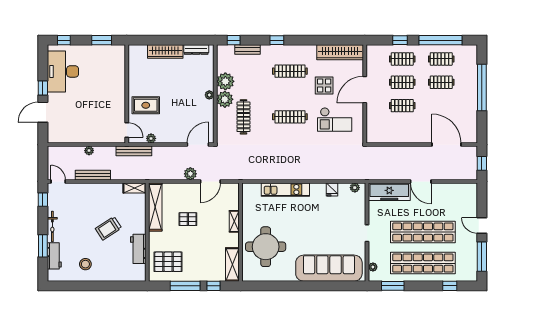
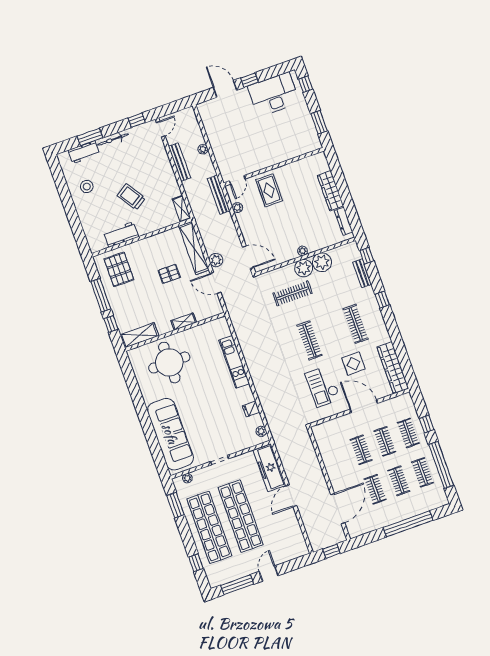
clothes rail: (441, 106) -> (375, 489), added
shelving: (155, 207) -> (194, 248), moved, turned 90
pallet: (188, 219) -> (169, 274), turned 90

